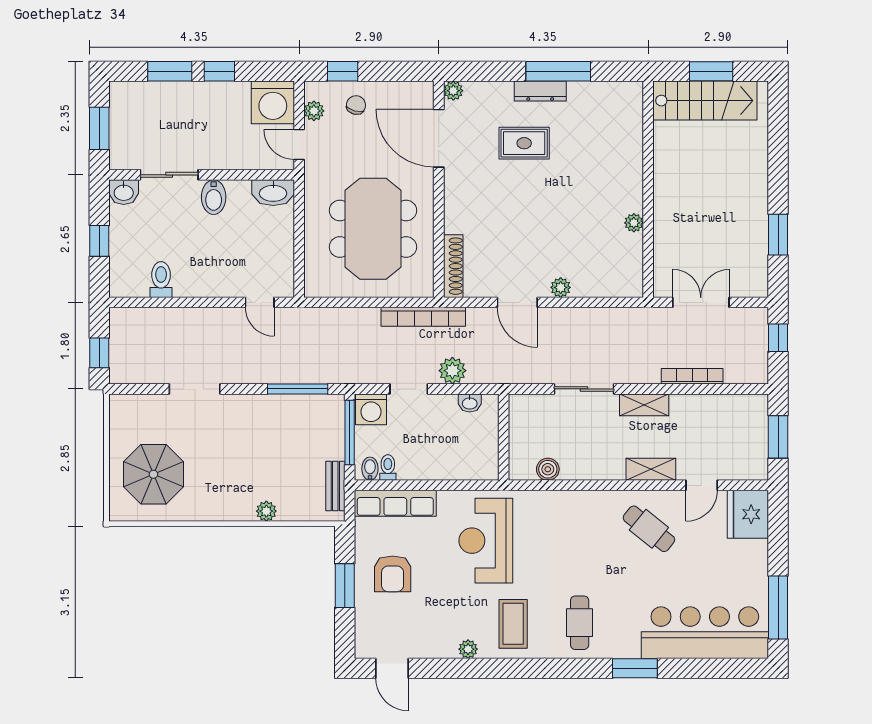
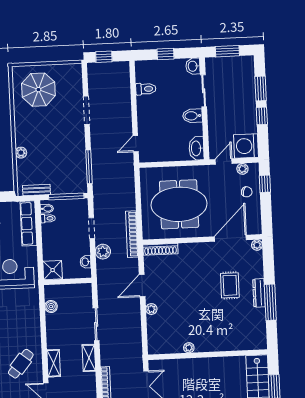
washing machine: (371, 409) -> (80, 208), removed
shower: (482, 463) -> (53, 270), added

